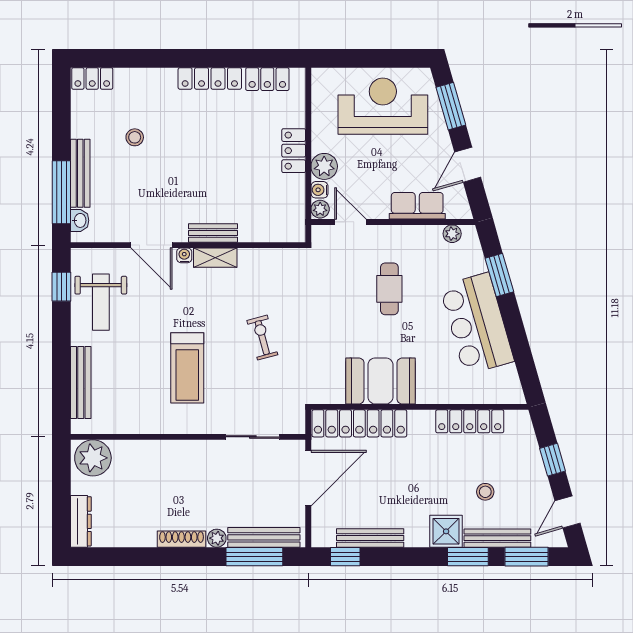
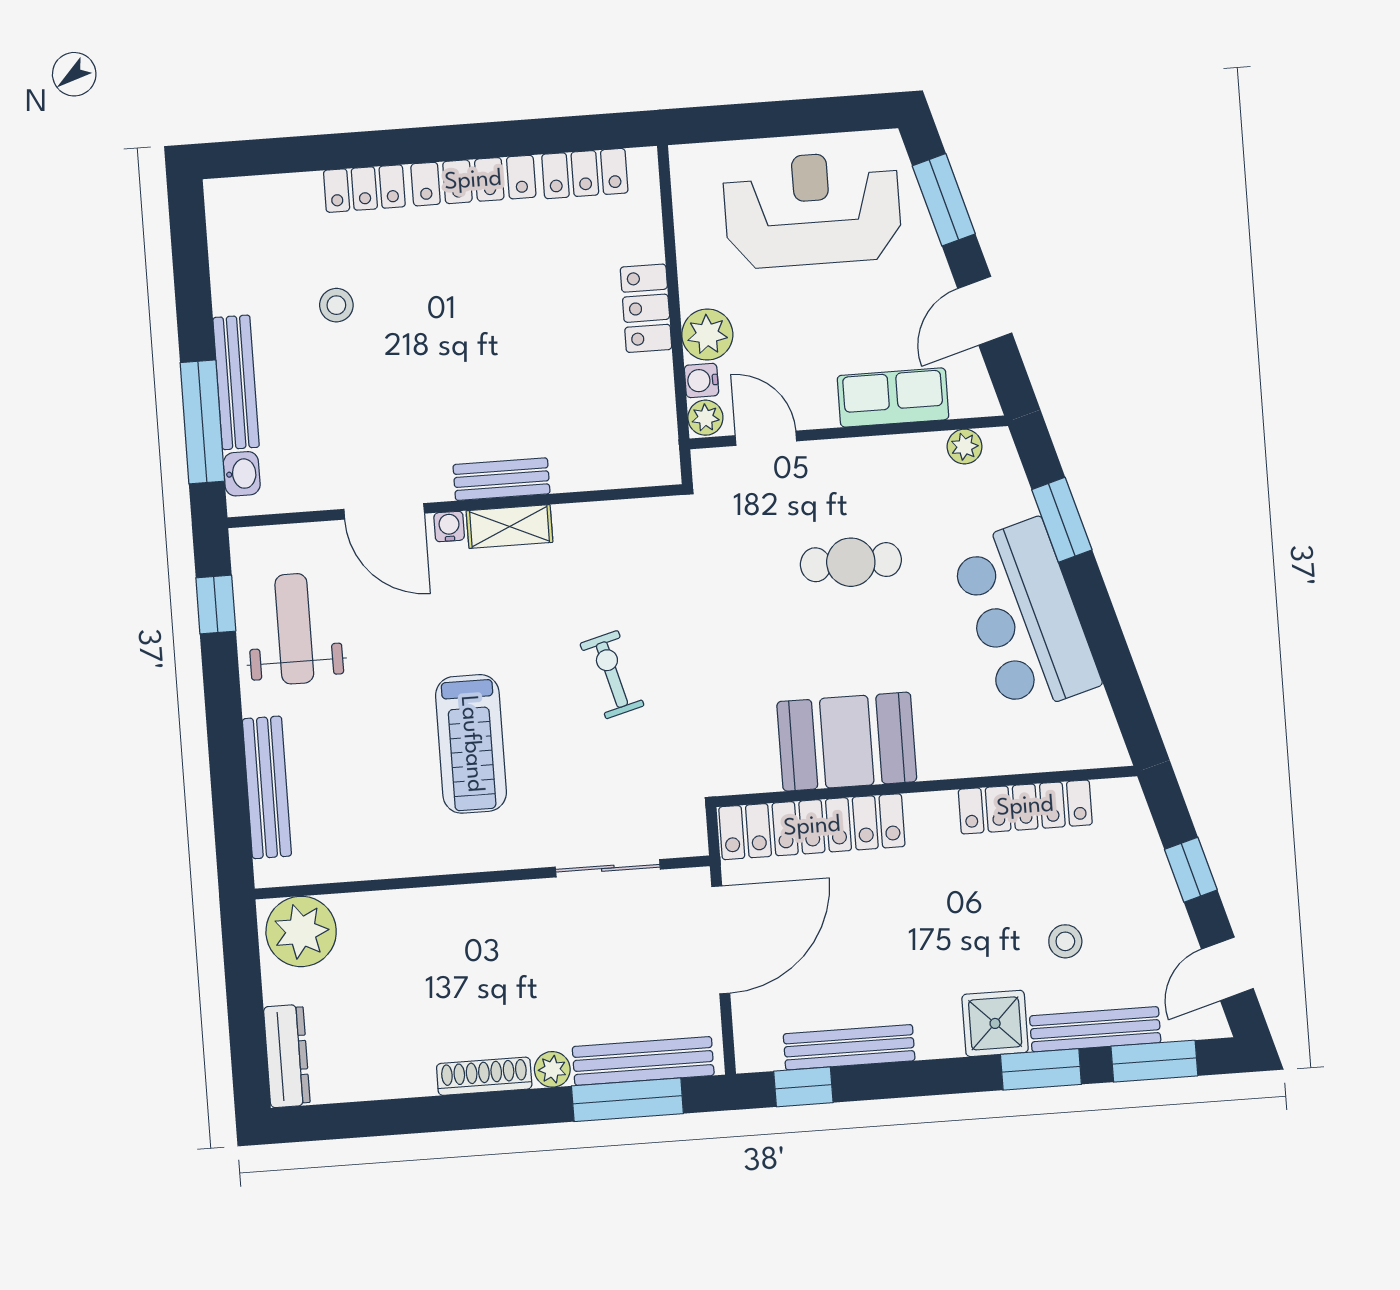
locker: (92, 78) -> (364, 189), moved
cafe table: (389, 289) -> (851, 562), turned 90
weight bench: (101, 302) -> (294, 629), turned 180

